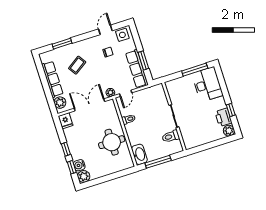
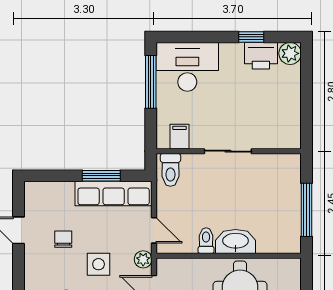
side table: (122, 35) -> (99, 264), moved
filing cabinet: (173, 91) -> (180, 137), added
toilet: (171, 136) -> (170, 170), moved
washbasin: (139, 154) -> (236, 241), moved

